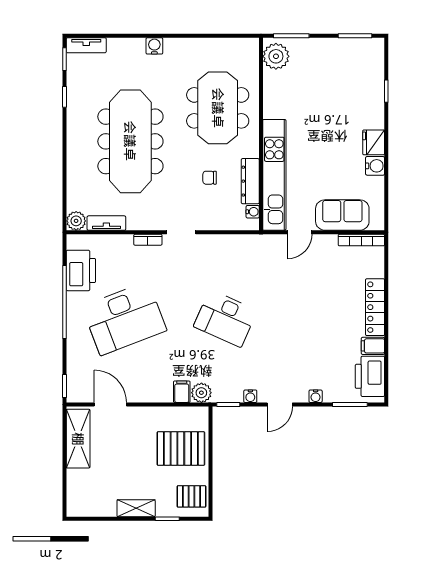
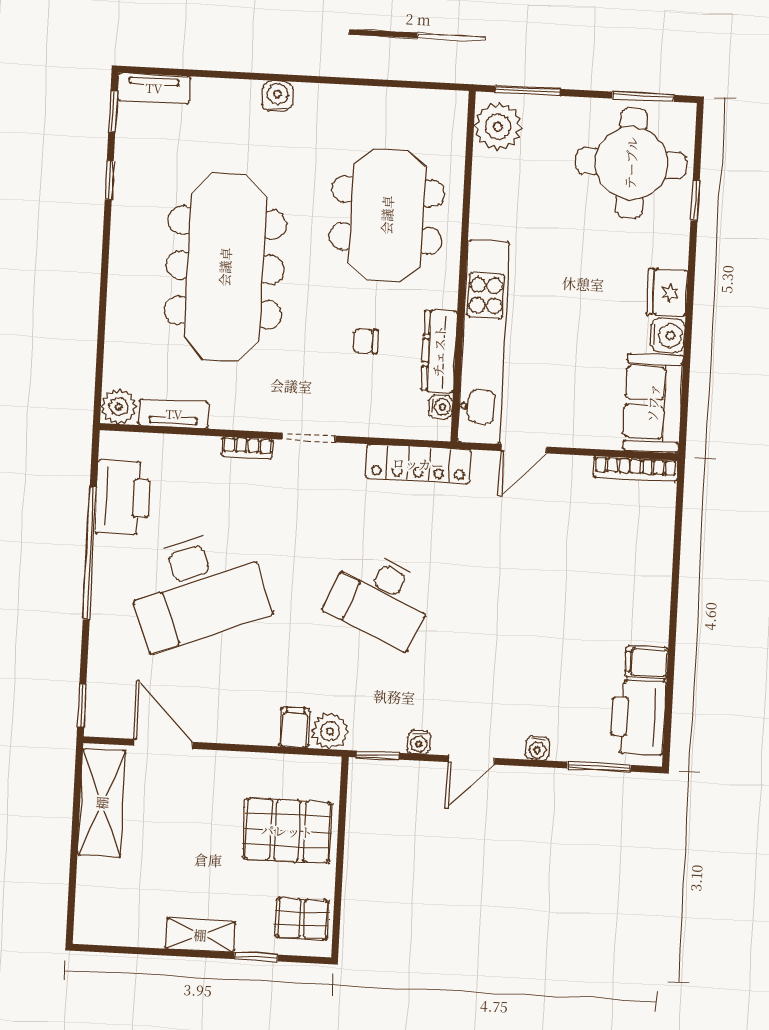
round table: (350, 73) -> (631, 163), added
sofa: (342, 215) -> (653, 403), moved, turned -90
locker: (375, 307) -> (418, 464), moved, turned -90

